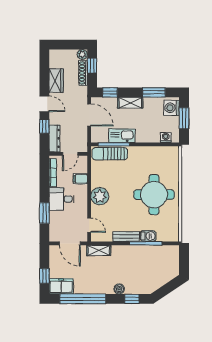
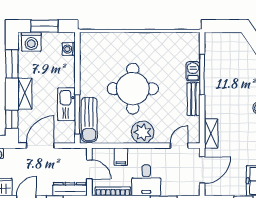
round table: (154, 195) -> (133, 89), moved

